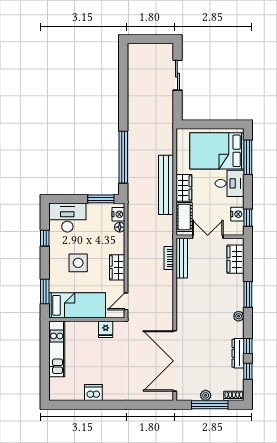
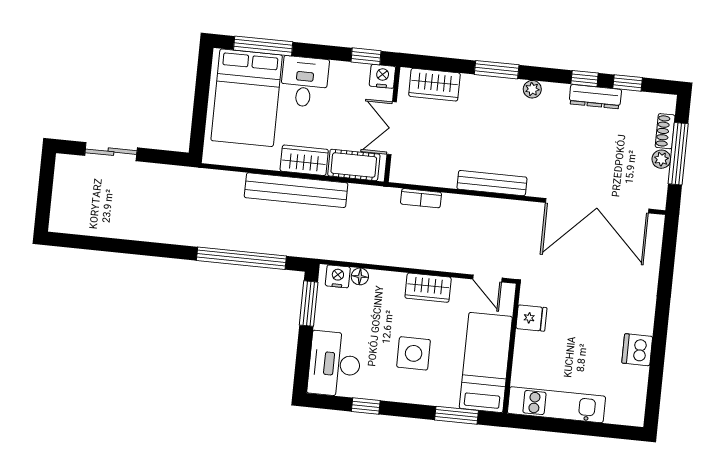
nightstand: (237, 214) -> (382, 76), moved
bench: (182, 258) -> (492, 183), moved
shoe rack: (234, 396) -> (665, 131), moved

